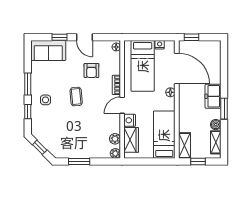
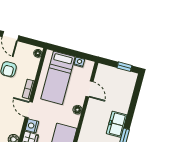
window: (192, 37) -> (124, 67), moved
door: (177, 69) -> (89, 89), width x0.53
door: (122, 105) -> (29, 110), hinge flipped

